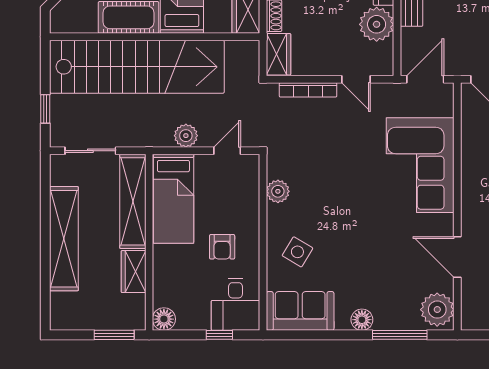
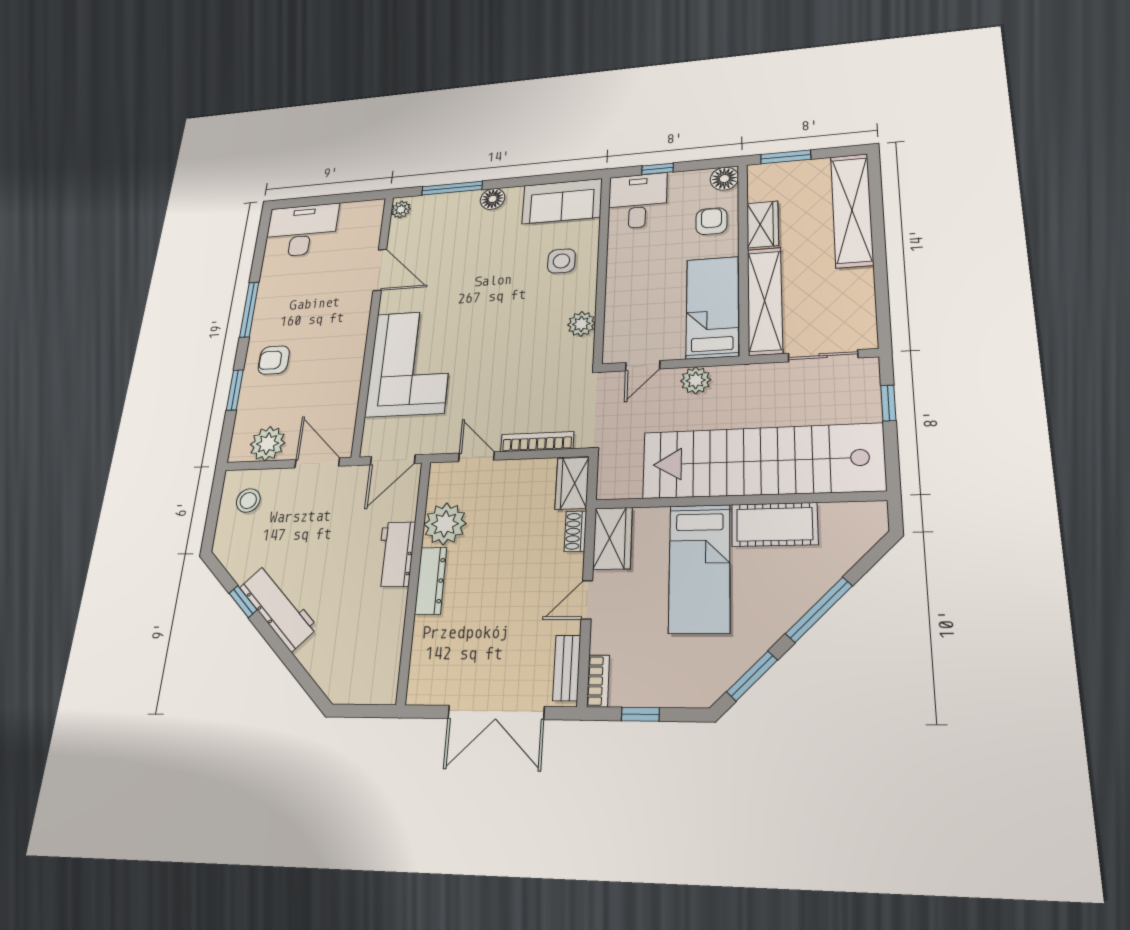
shelving: (64, 239) -> (852, 210), moved
armchair: (222, 247) -> (711, 221), moved
side table: (297, 252) -> (561, 261), turned -31
plant: (437, 310) -> (401, 209), width x0.53, depth x0.53

